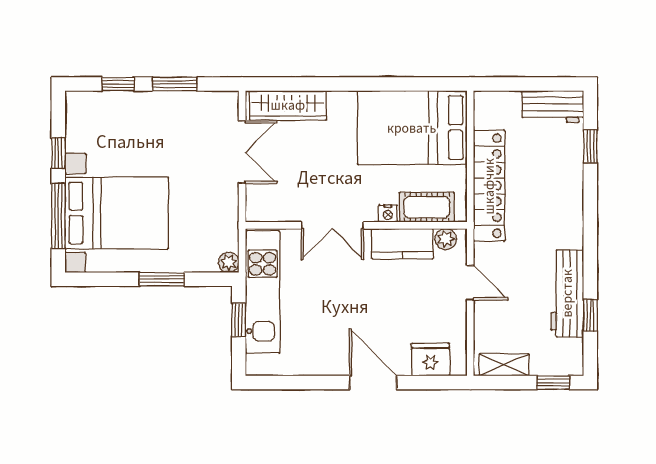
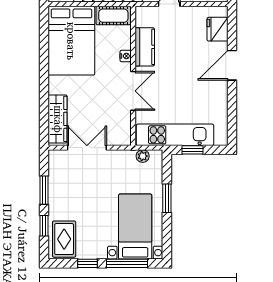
rug: (97, 116) -> (64, 239), added
cot: (427, 207) -> (113, 16), moved, turned 90
bed with nightstands: (117, 213) -> (135, 227), width x0.73
plant: (446, 239) -> (142, 20), removed
plant: (229, 262) -> (143, 156), moved

